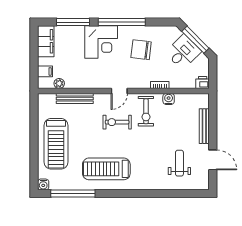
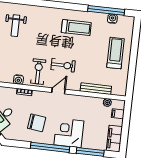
treadmill: (56, 144) -> (116, 53), width x0.73, depth x0.73
treadmill: (106, 169) -> (76, 28), width x0.73, depth x0.73
water cooler: (43, 184) -> (112, 19), moved

